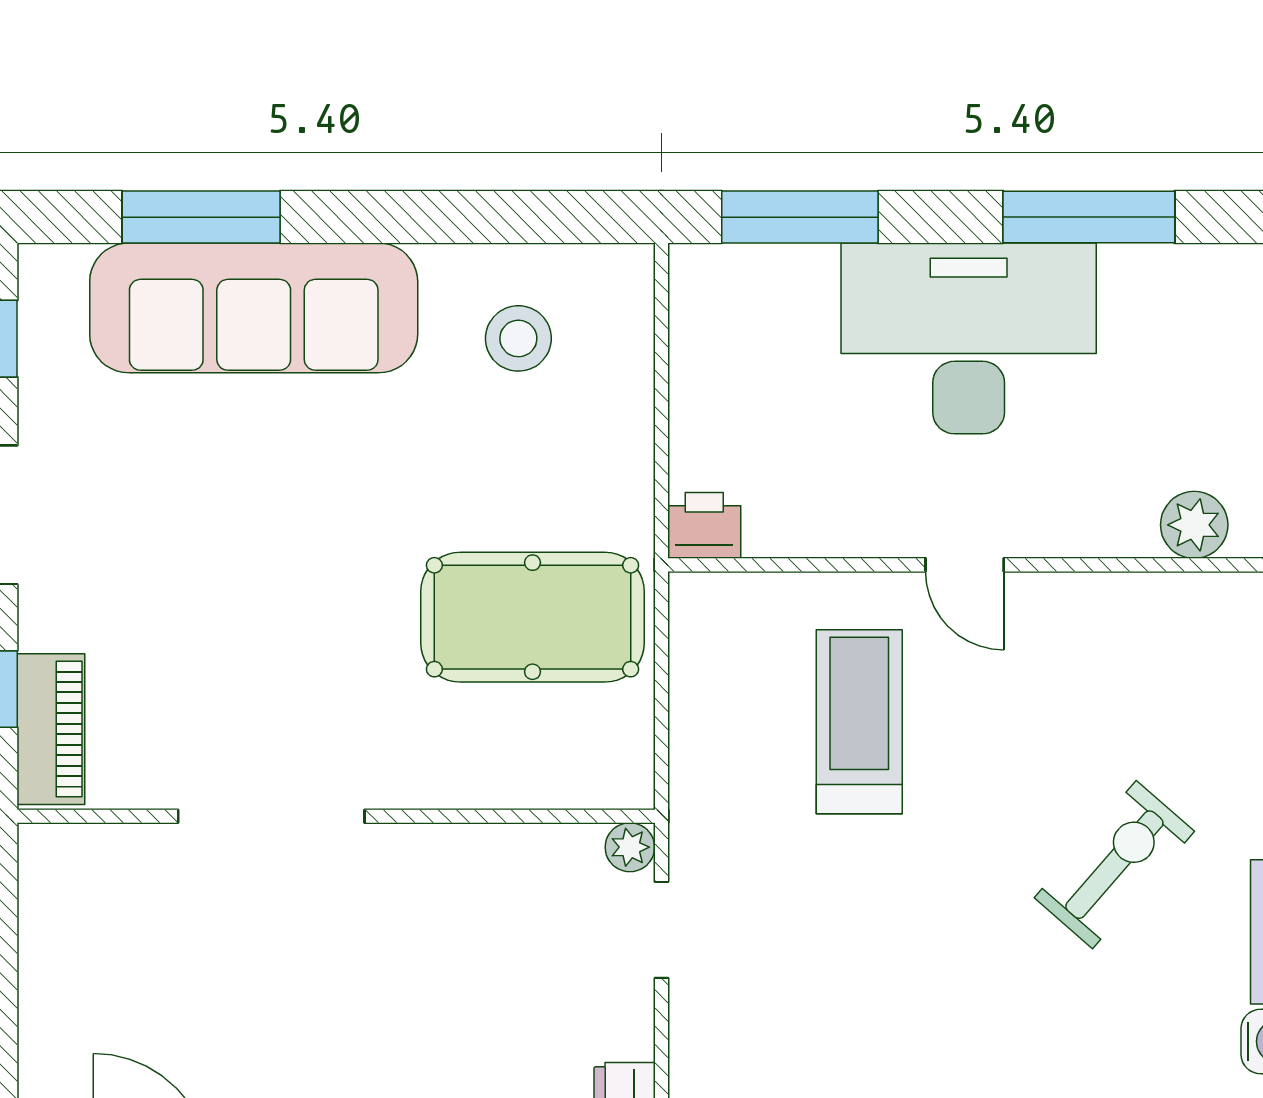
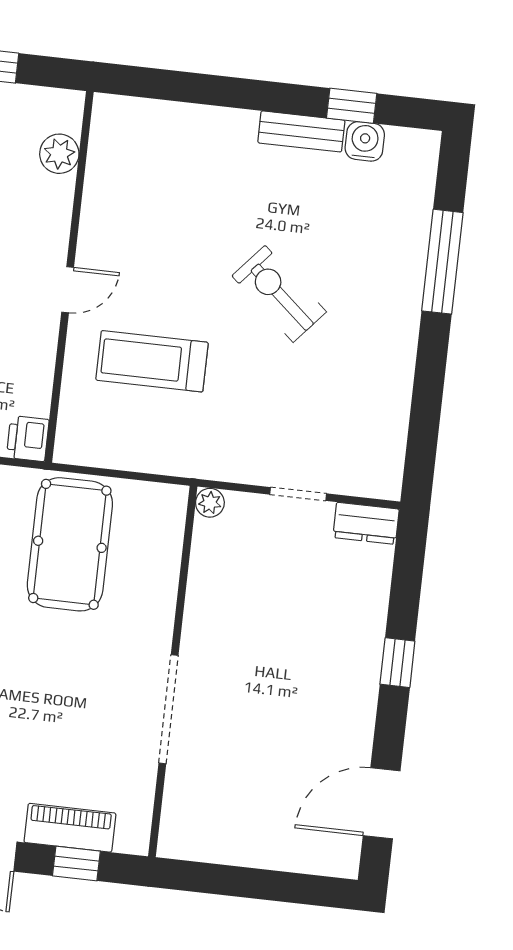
piano: (51, 729) -> (70, 828), moved
exercise bike: (1114, 865) -> (279, 294), moved
doorway: (661, 930) -> (298, 494), moved

